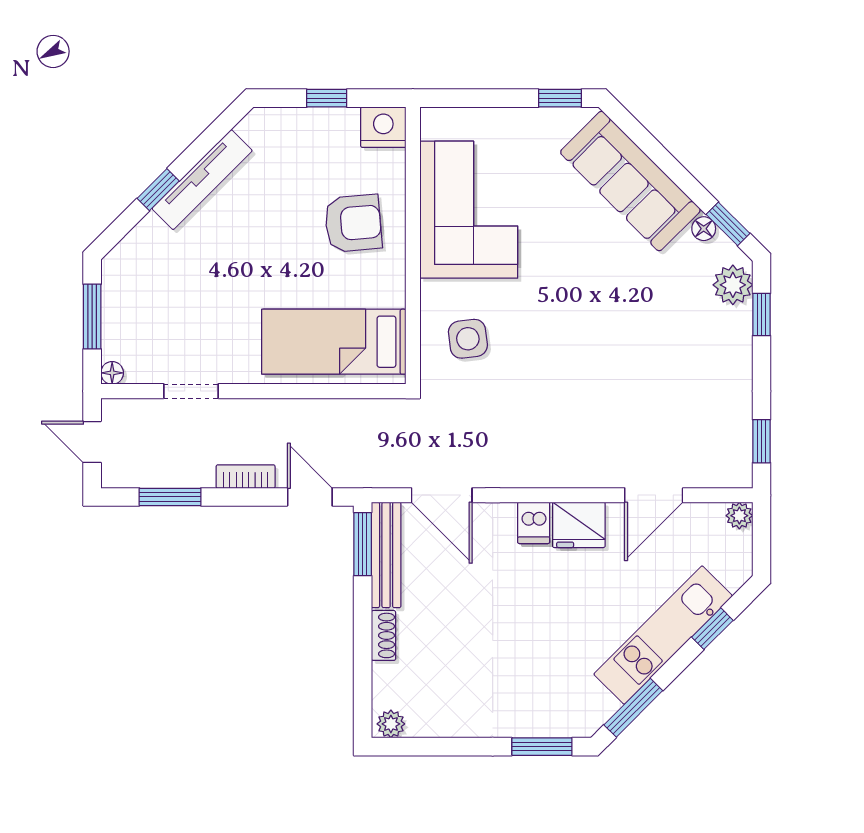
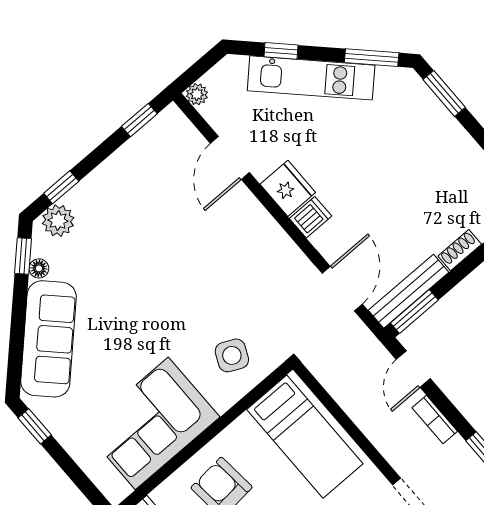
side table: (468, 339) -> (232, 355), turned 32
door: (654, 495) -> (230, 158), swing flipped

